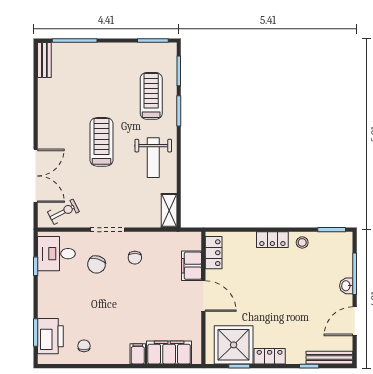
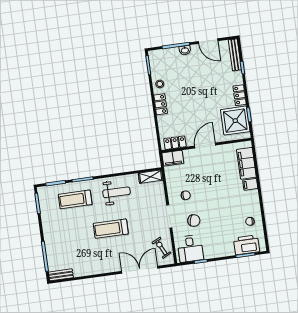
filing cabinet: (191, 266) -> (173, 158), moved

